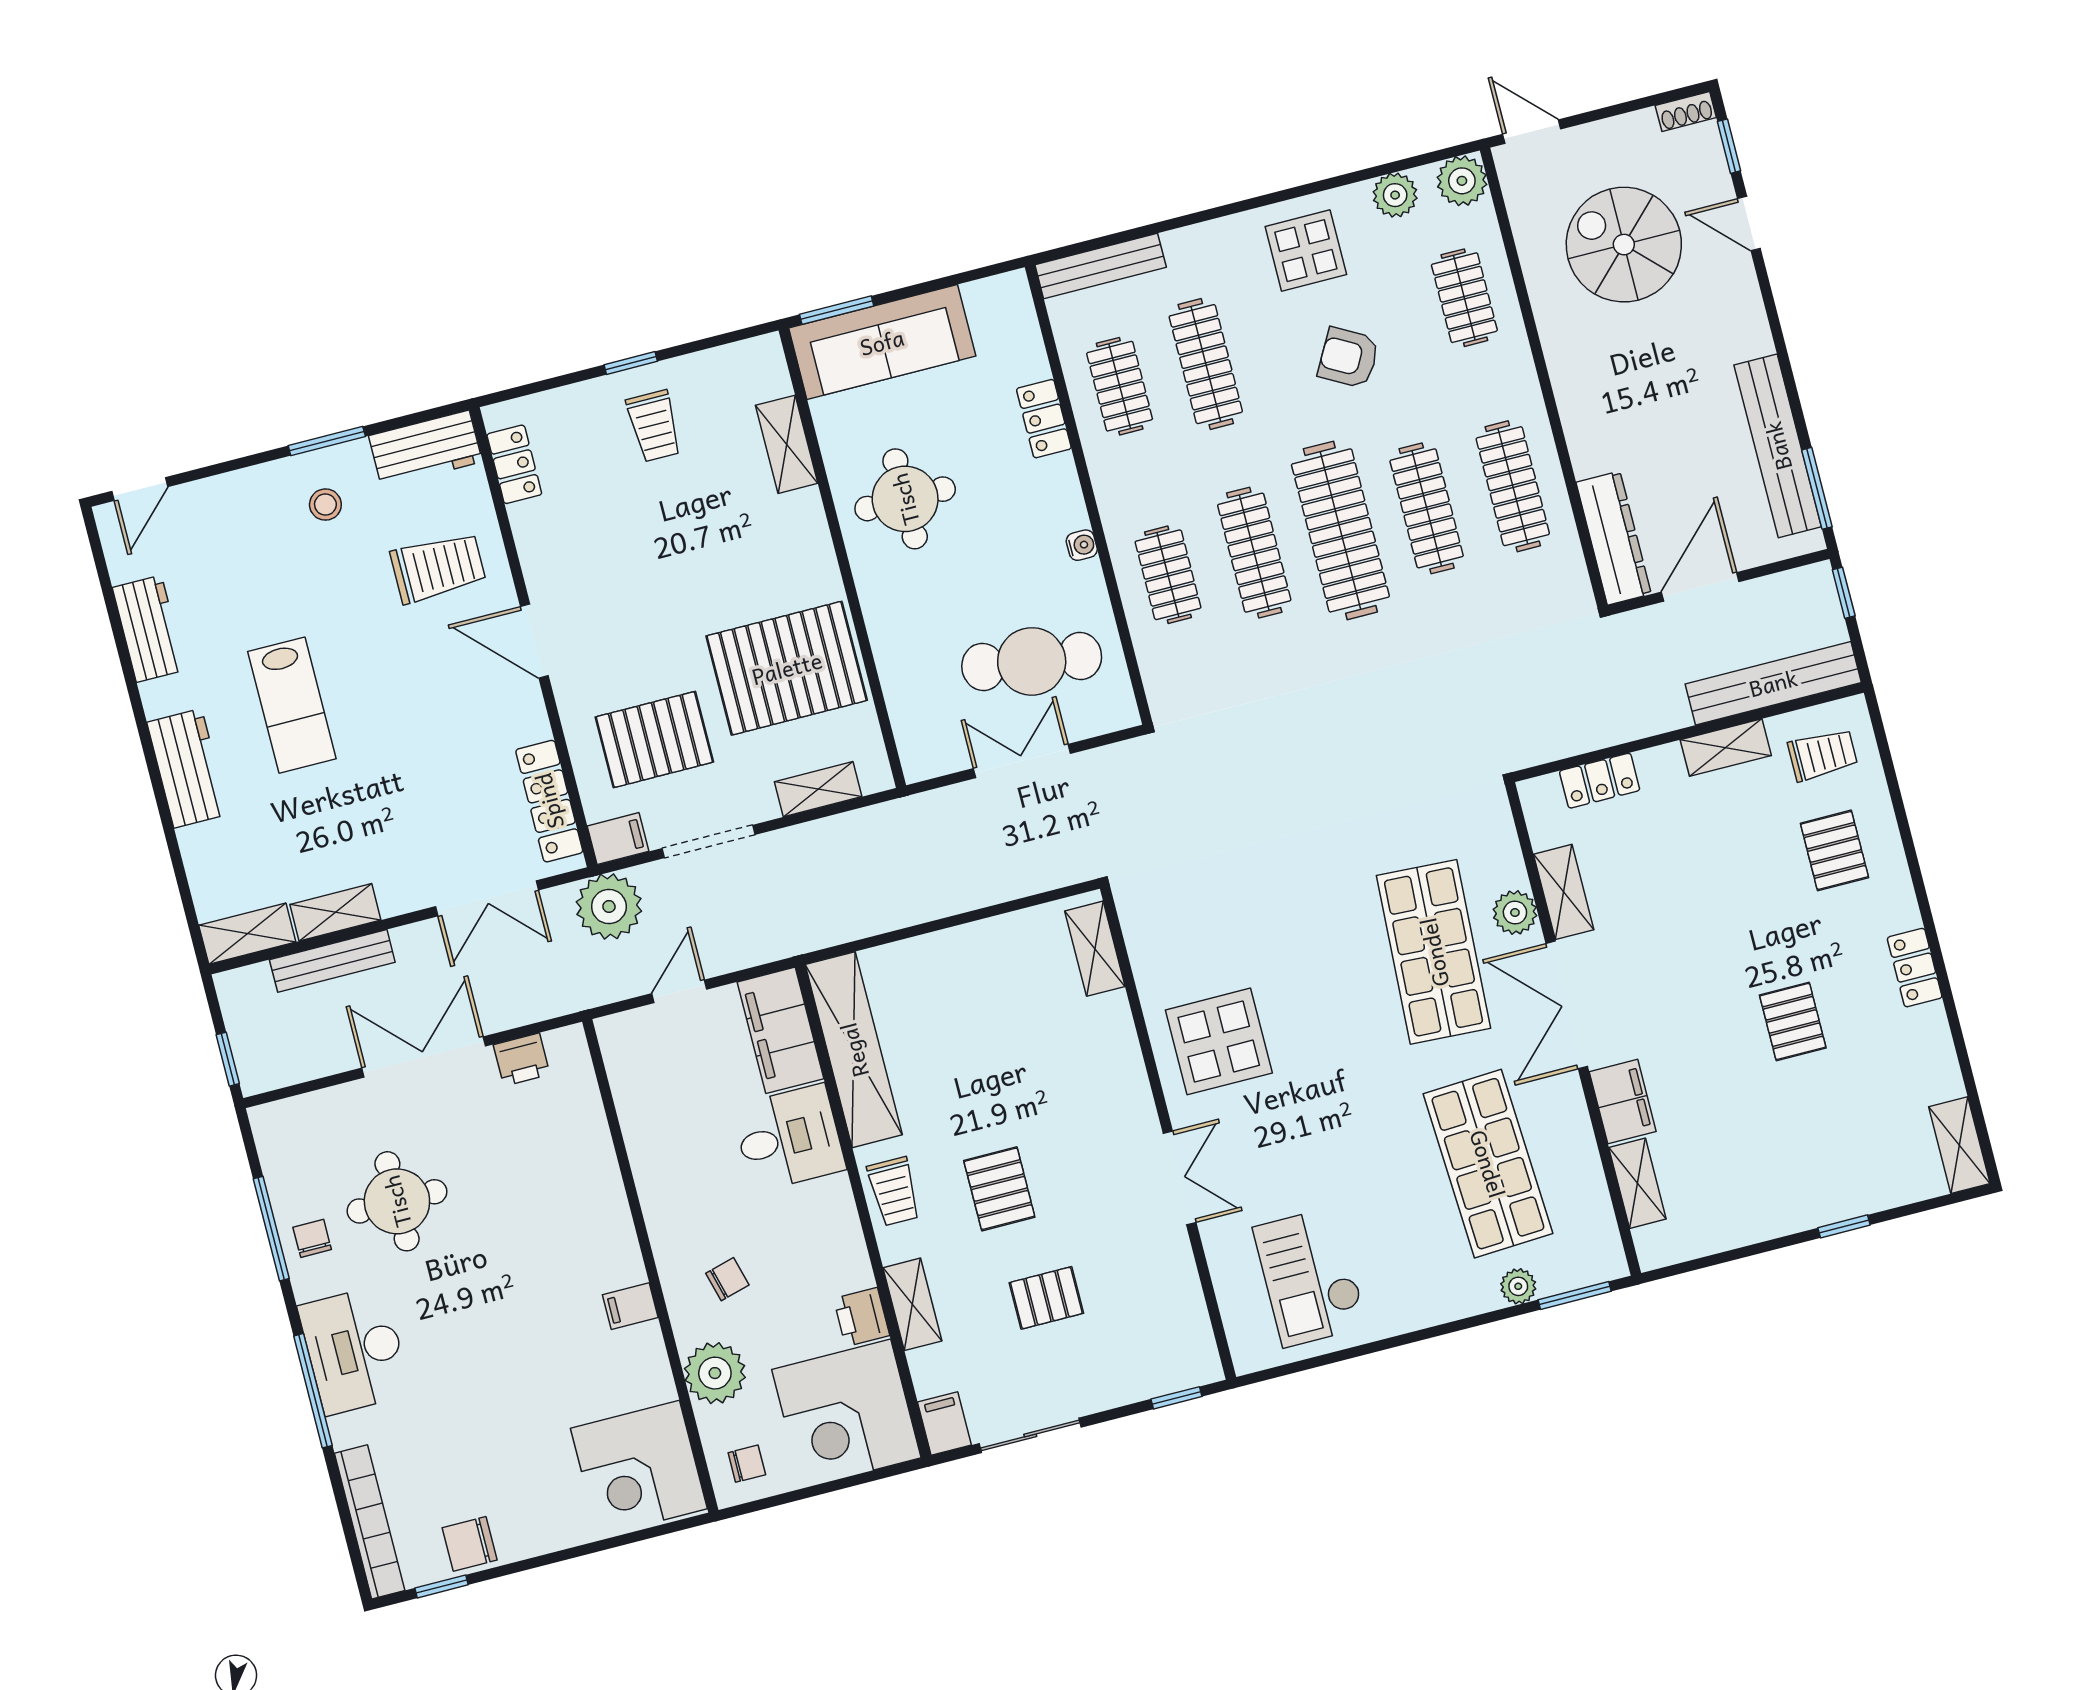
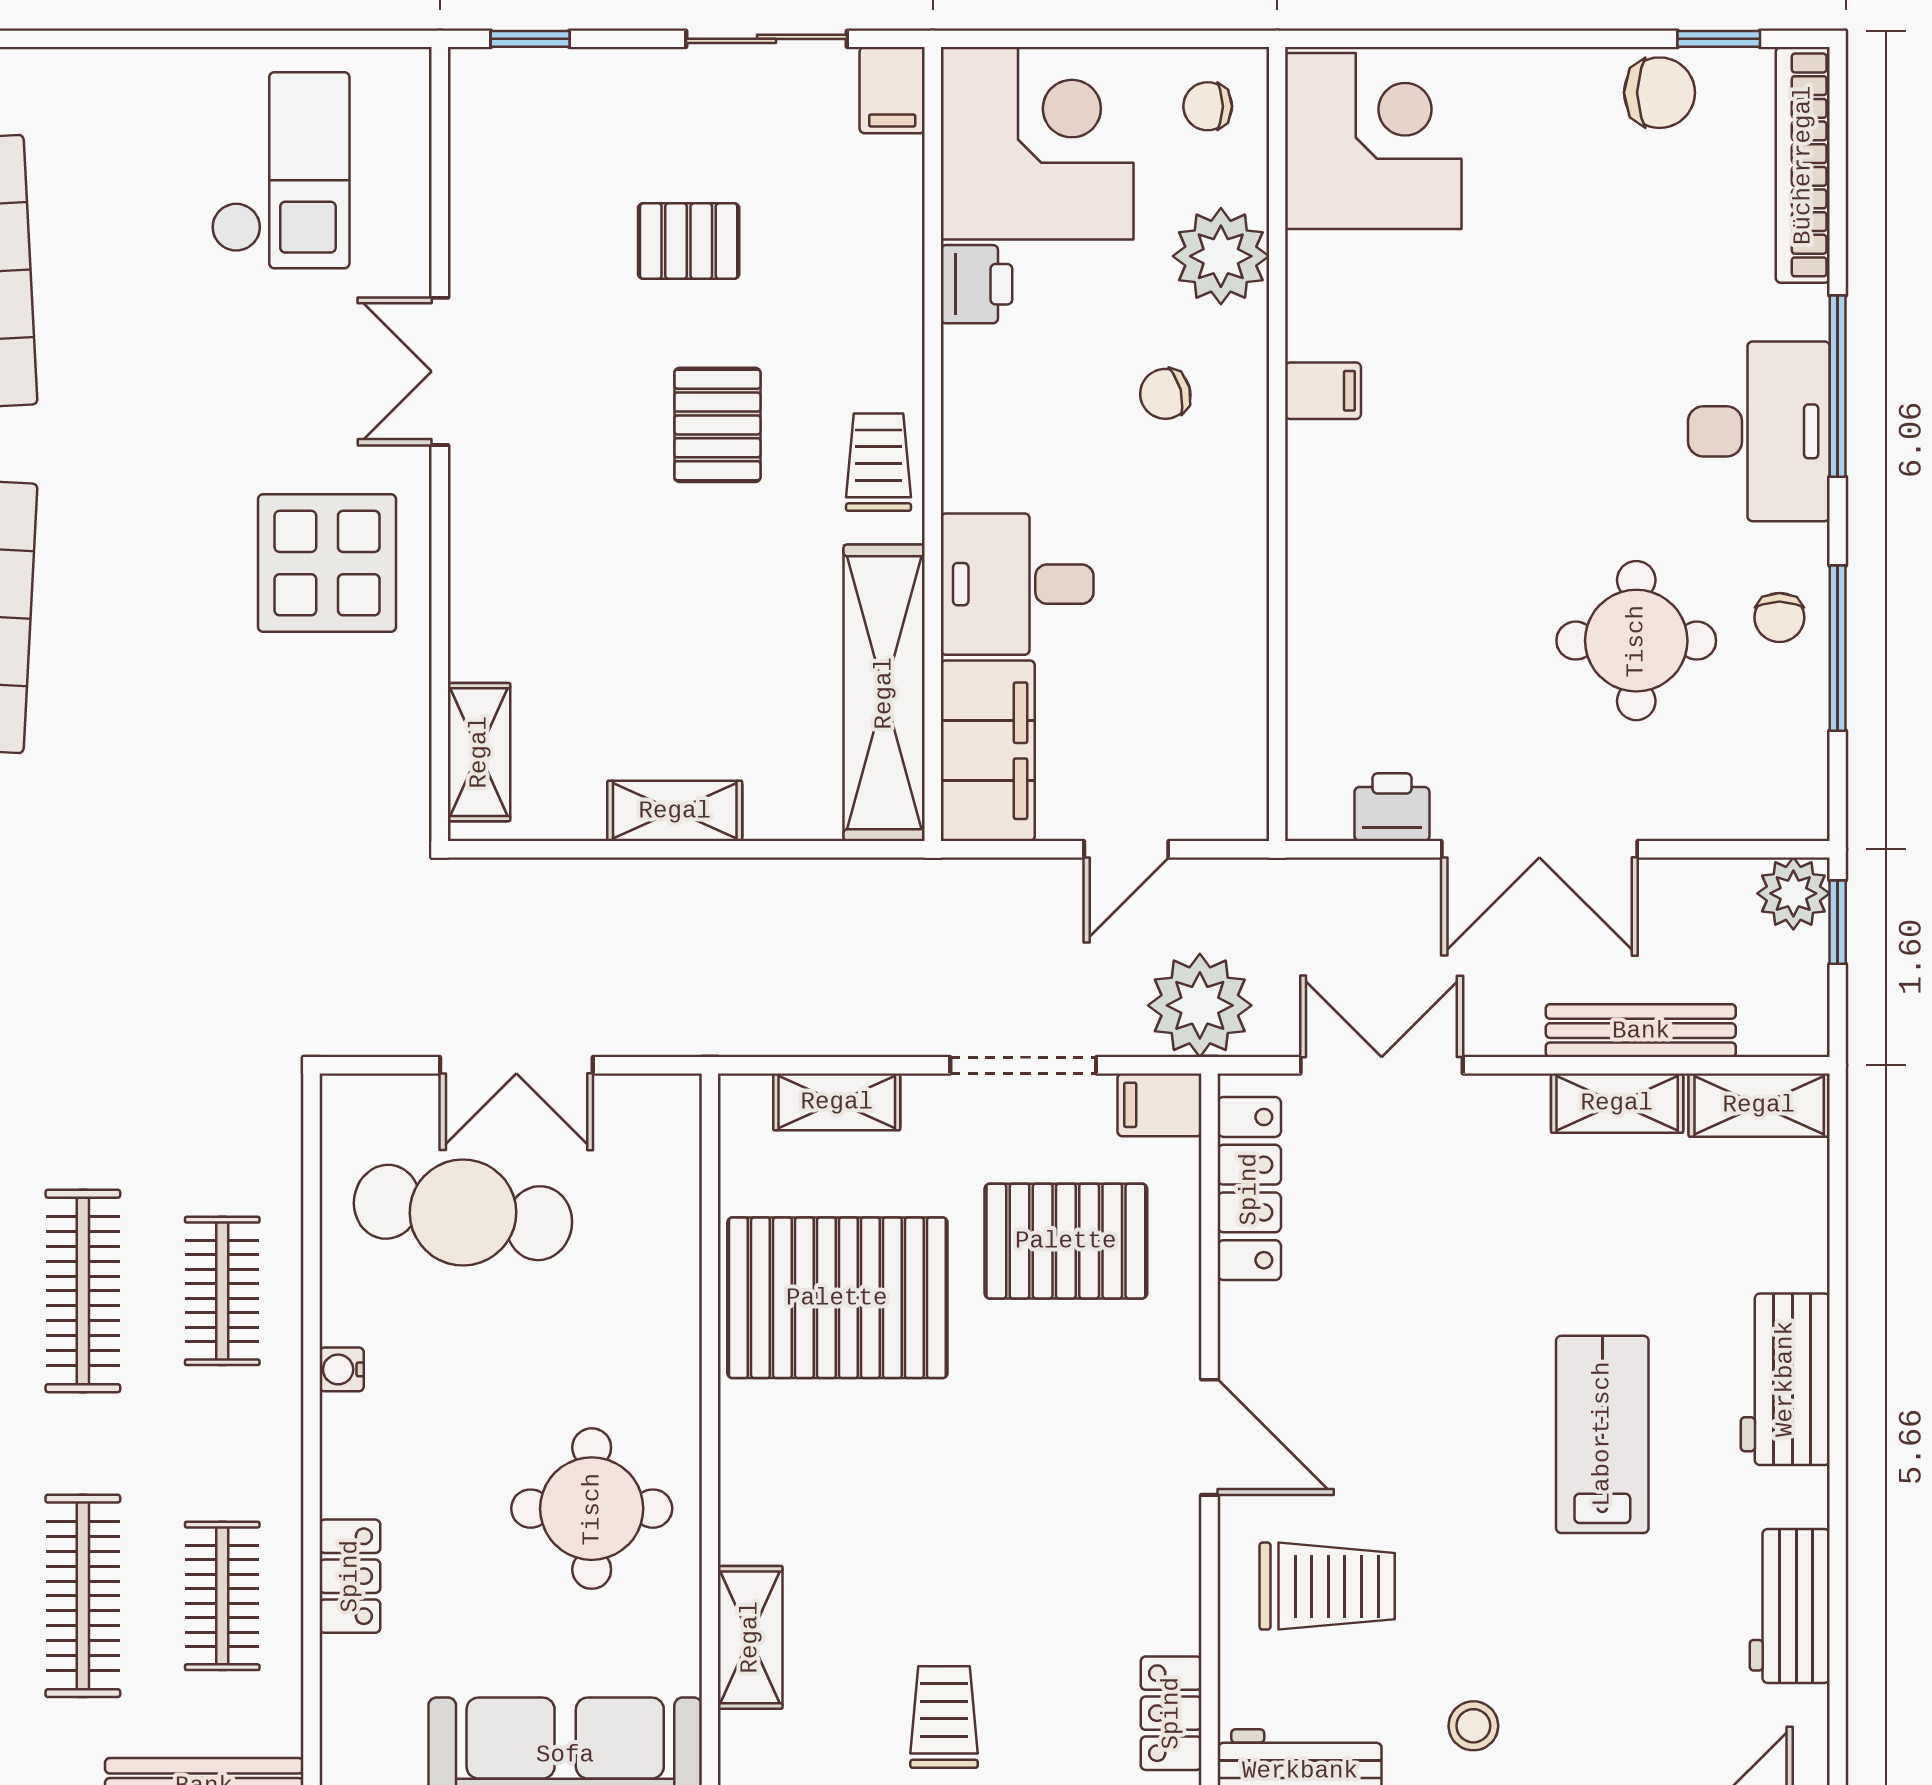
trolley: (438, 568) -> (1327, 1586), turned 180
plant: (260, 1070) -> (1793, 893), added
shelving: (912, 1304) -> (675, 811), moved, turned 90

